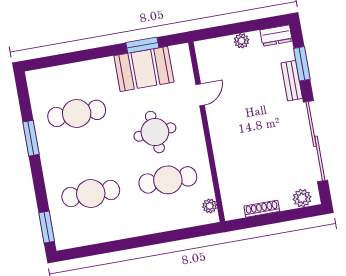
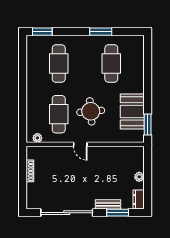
window: (142, 45) -> (148, 124), moved
door: (200, 95) -> (80, 144), moved
plant: (302, 198) -> (32, 198), removed

